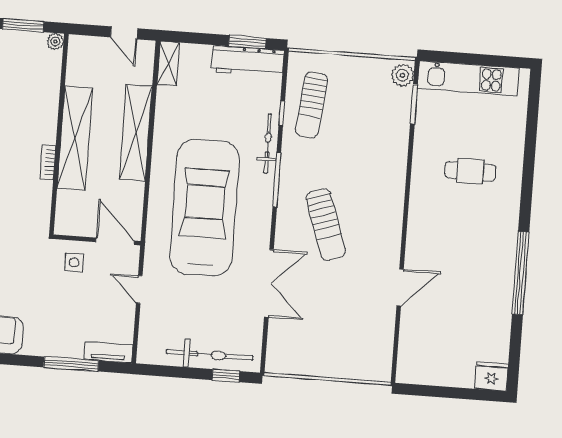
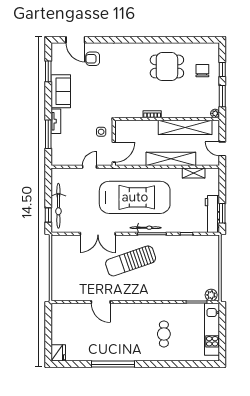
door: (124, 33) -> (222, 149), hinge flipped
shelving: (168, 63) -> (194, 173), moved
sun lounger: (312, 105) -> (192, 249), removed
shelving: (75, 138) -> (185, 127), moved
bicycle: (268, 144) -> (146, 228), moved
sun lounger: (326, 225) -> (131, 261), width x1.36, depth x1.34
tv unit: (108, 352) -> (56, 121), moved

